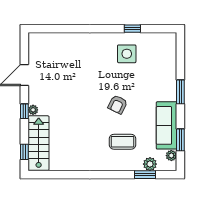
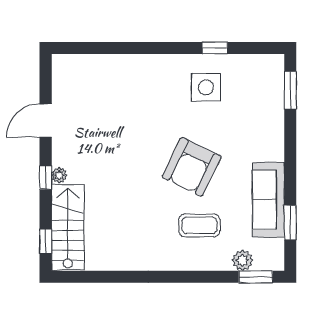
window: (180, 92) -> (290, 90), moved
armchair: (118, 104) -> (192, 167), width x1.88, depth x1.88
plant: (171, 156) -> (276, 247), removed
window: (145, 175) -> (256, 277), moved

